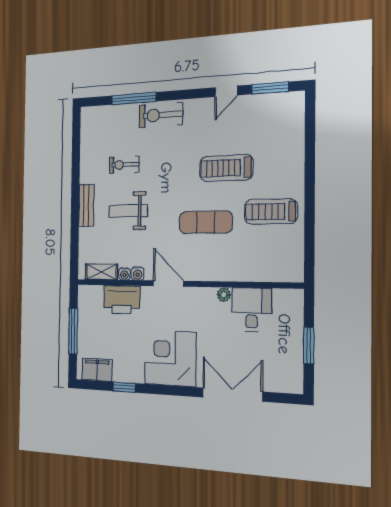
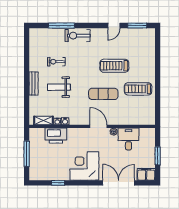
door: (168, 284) -> (98, 126), moved
filing cabinet: (97, 370) -> (146, 174), moved

